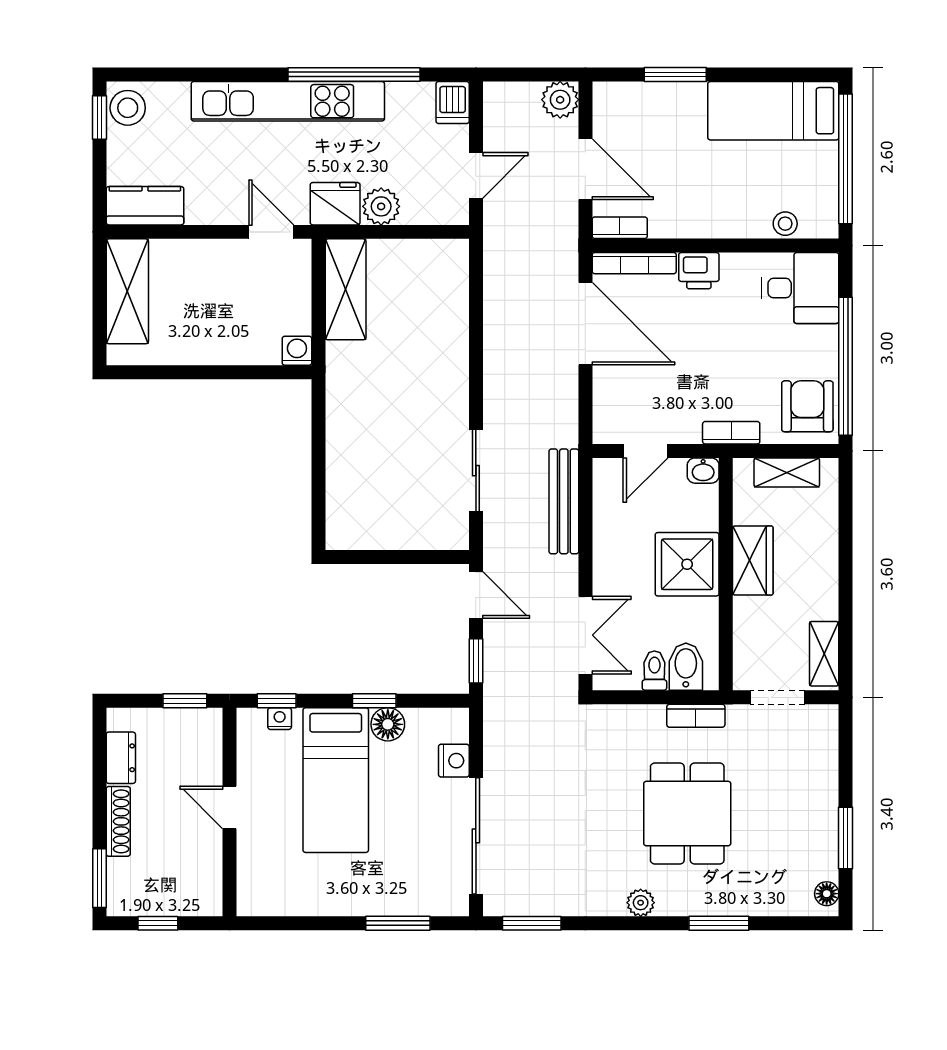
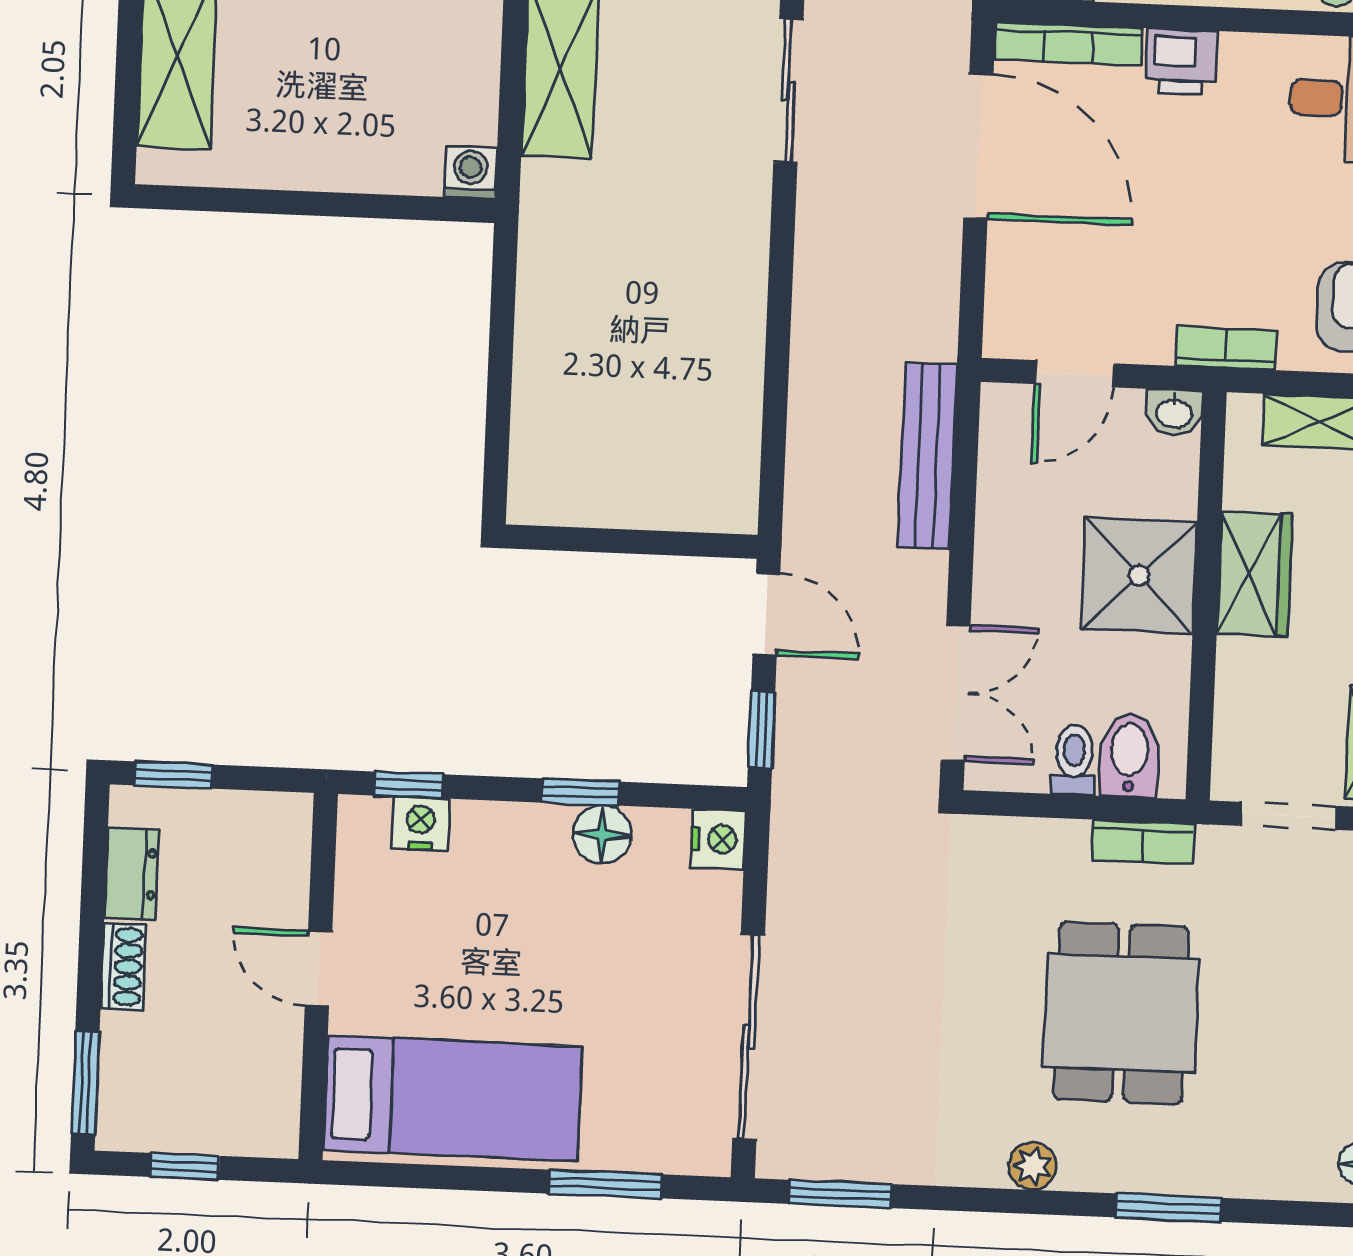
sliding door: (476, 471) -> (788, 91), moved
window: (185, 701) -> (174, 775), moved
nightstand: (280, 719) -> (421, 824), width x1.39, depth x1.35
nightstand: (454, 761) -> (718, 839), moved
bed: (336, 780) -> (453, 1098), moved, turned -90
shoe rack: (118, 821) -> (123, 966), width x0.70

